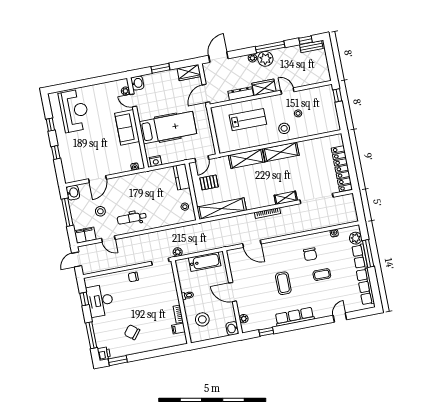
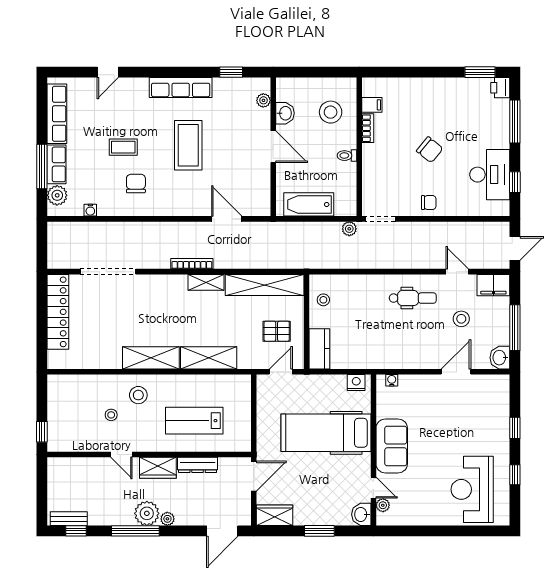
shelving: (286, 198) -> (206, 282), moved
coffee table: (283, 283) -> (188, 145), width x1.36, depth x1.32
washbasin: (232, 328) -> (285, 113), moved
chair: (132, 332) -> (430, 150), moved

